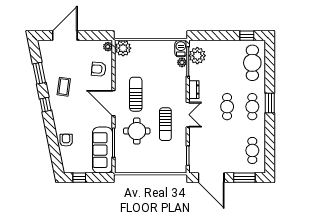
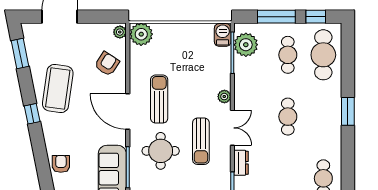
window: (219, 36) -> (276, 17), added
plant: (182, 62) -> (224, 97), moved
armchair: (99, 69) -> (107, 64), turned 118
window: (39, 73) -> (20, 54), moved
coffee table: (64, 87) -> (58, 88), width x1.86, depth x1.72
dresser: (194, 90) -> (241, 163), moved
cafe table: (252, 107) -> (288, 55), moved

